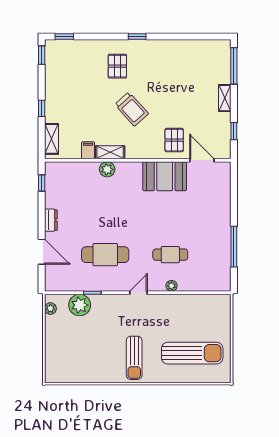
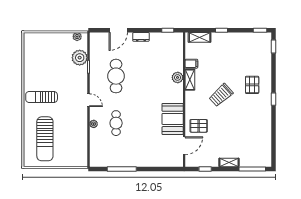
pallet: (117, 66) -> (252, 85), turned 90

